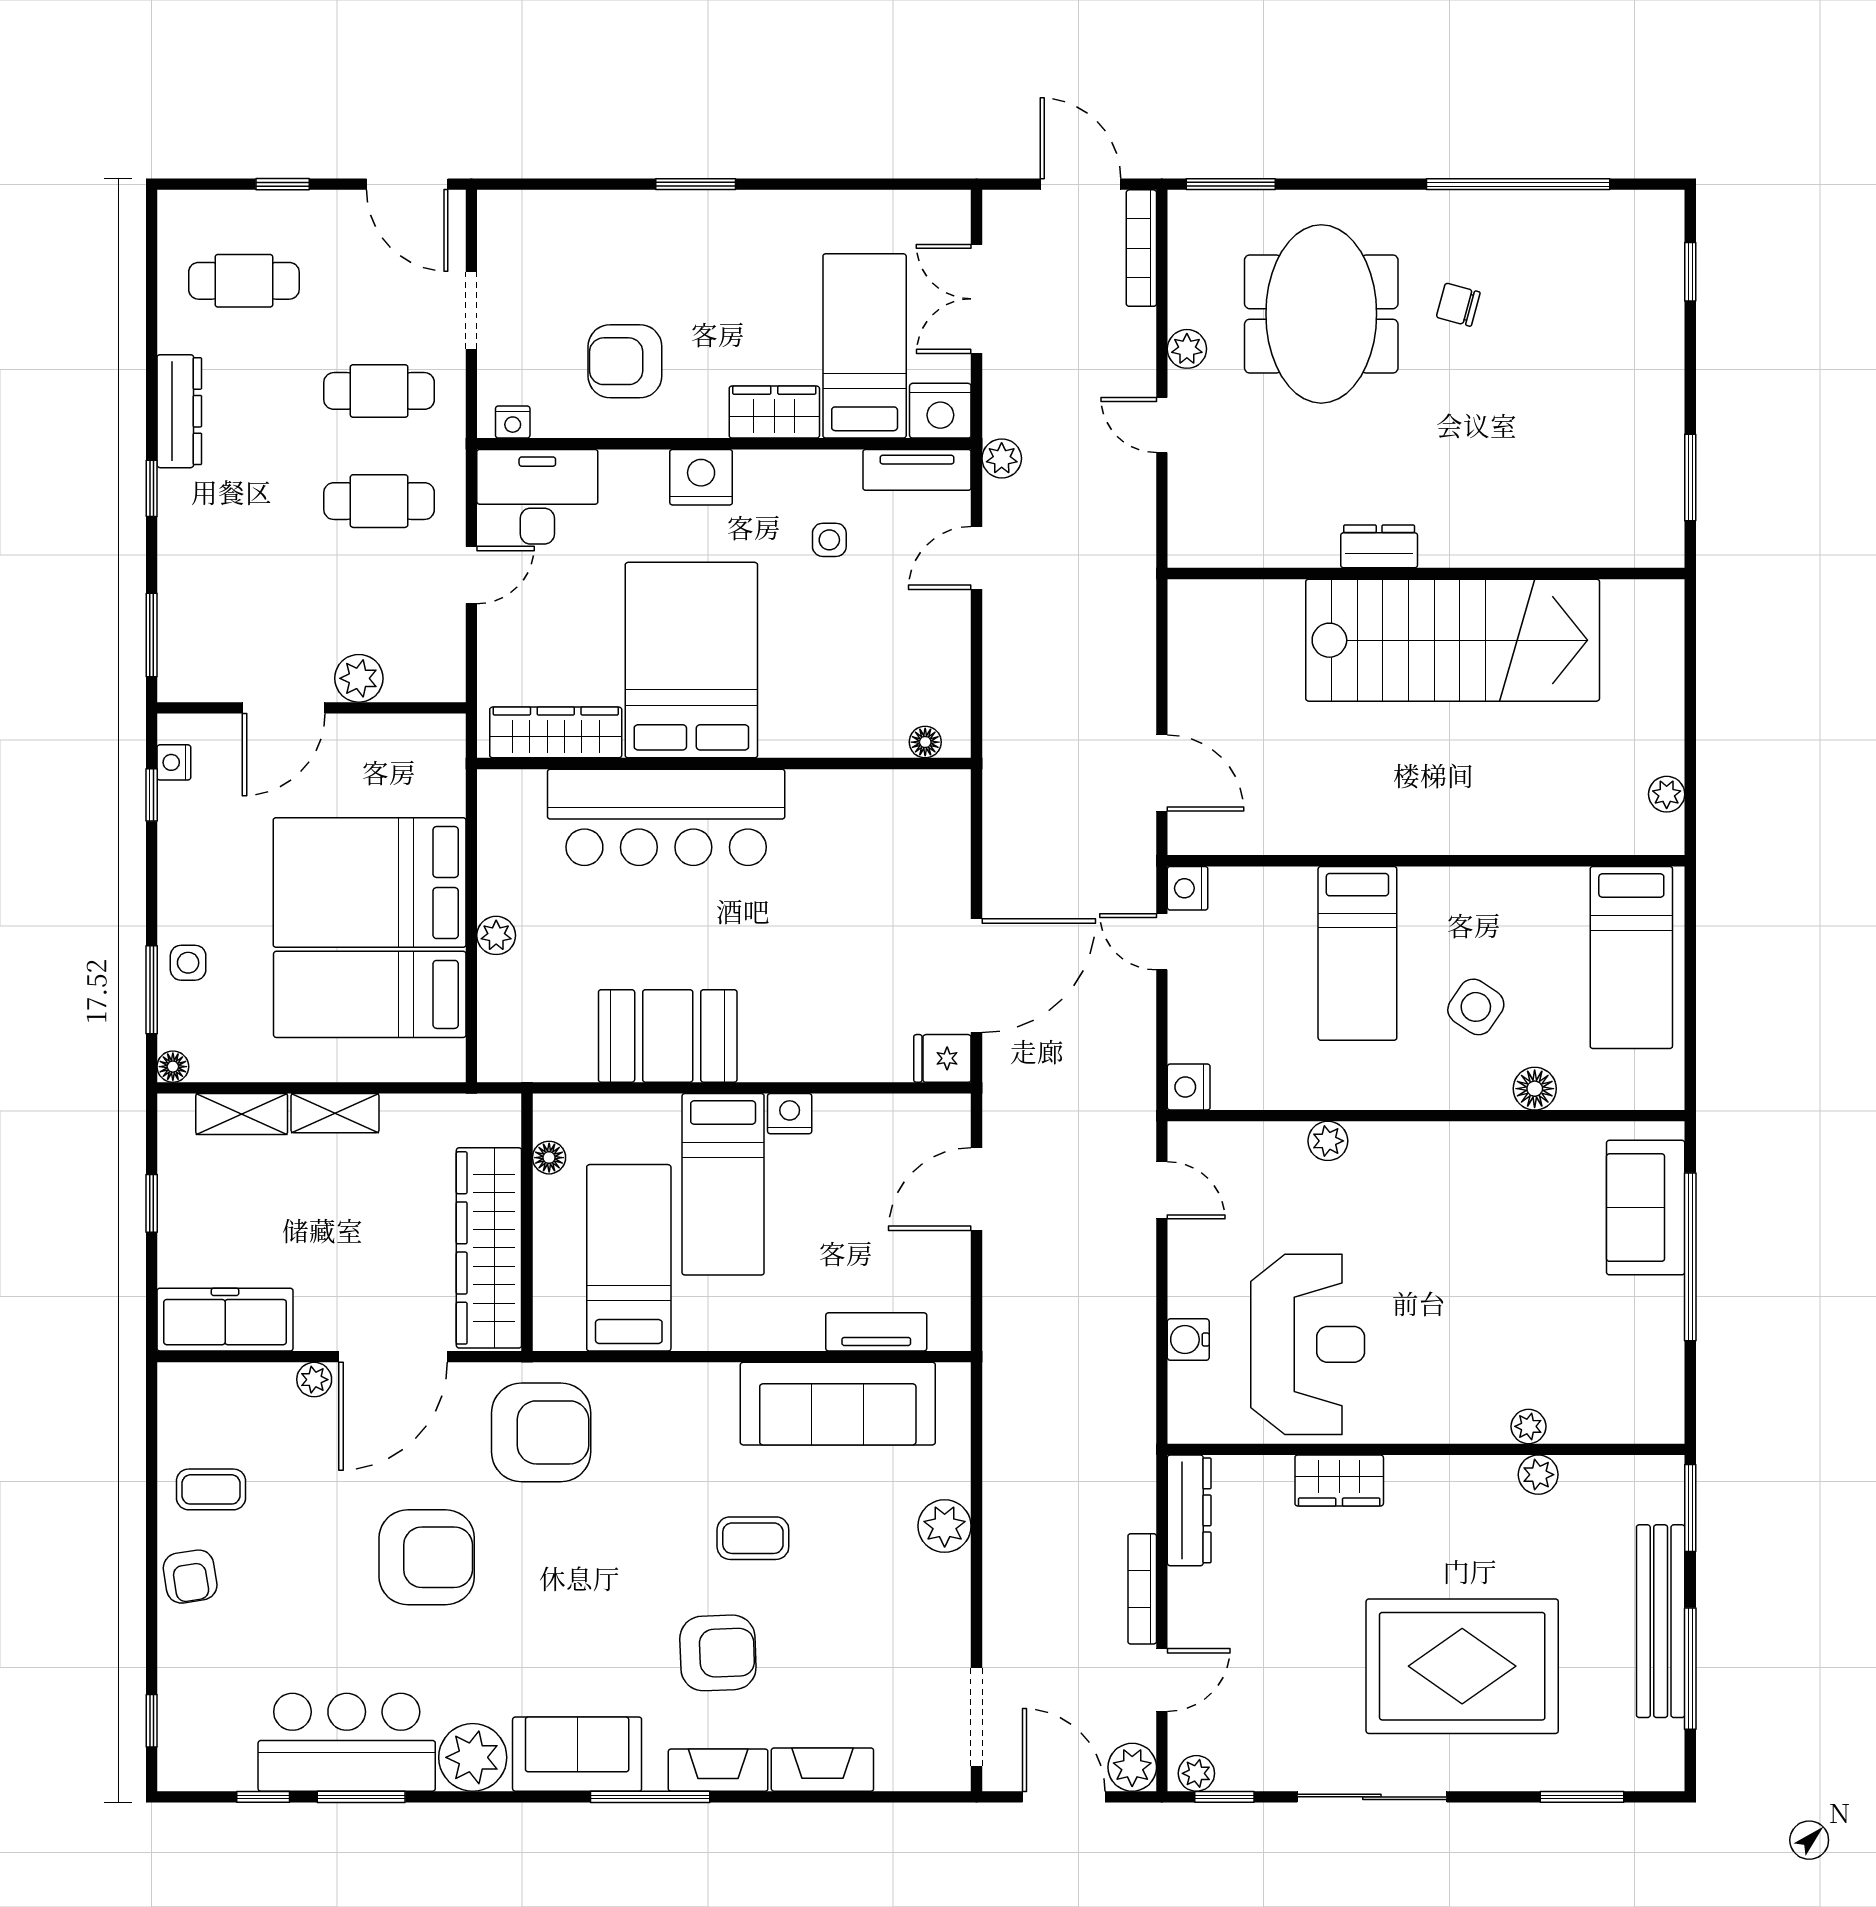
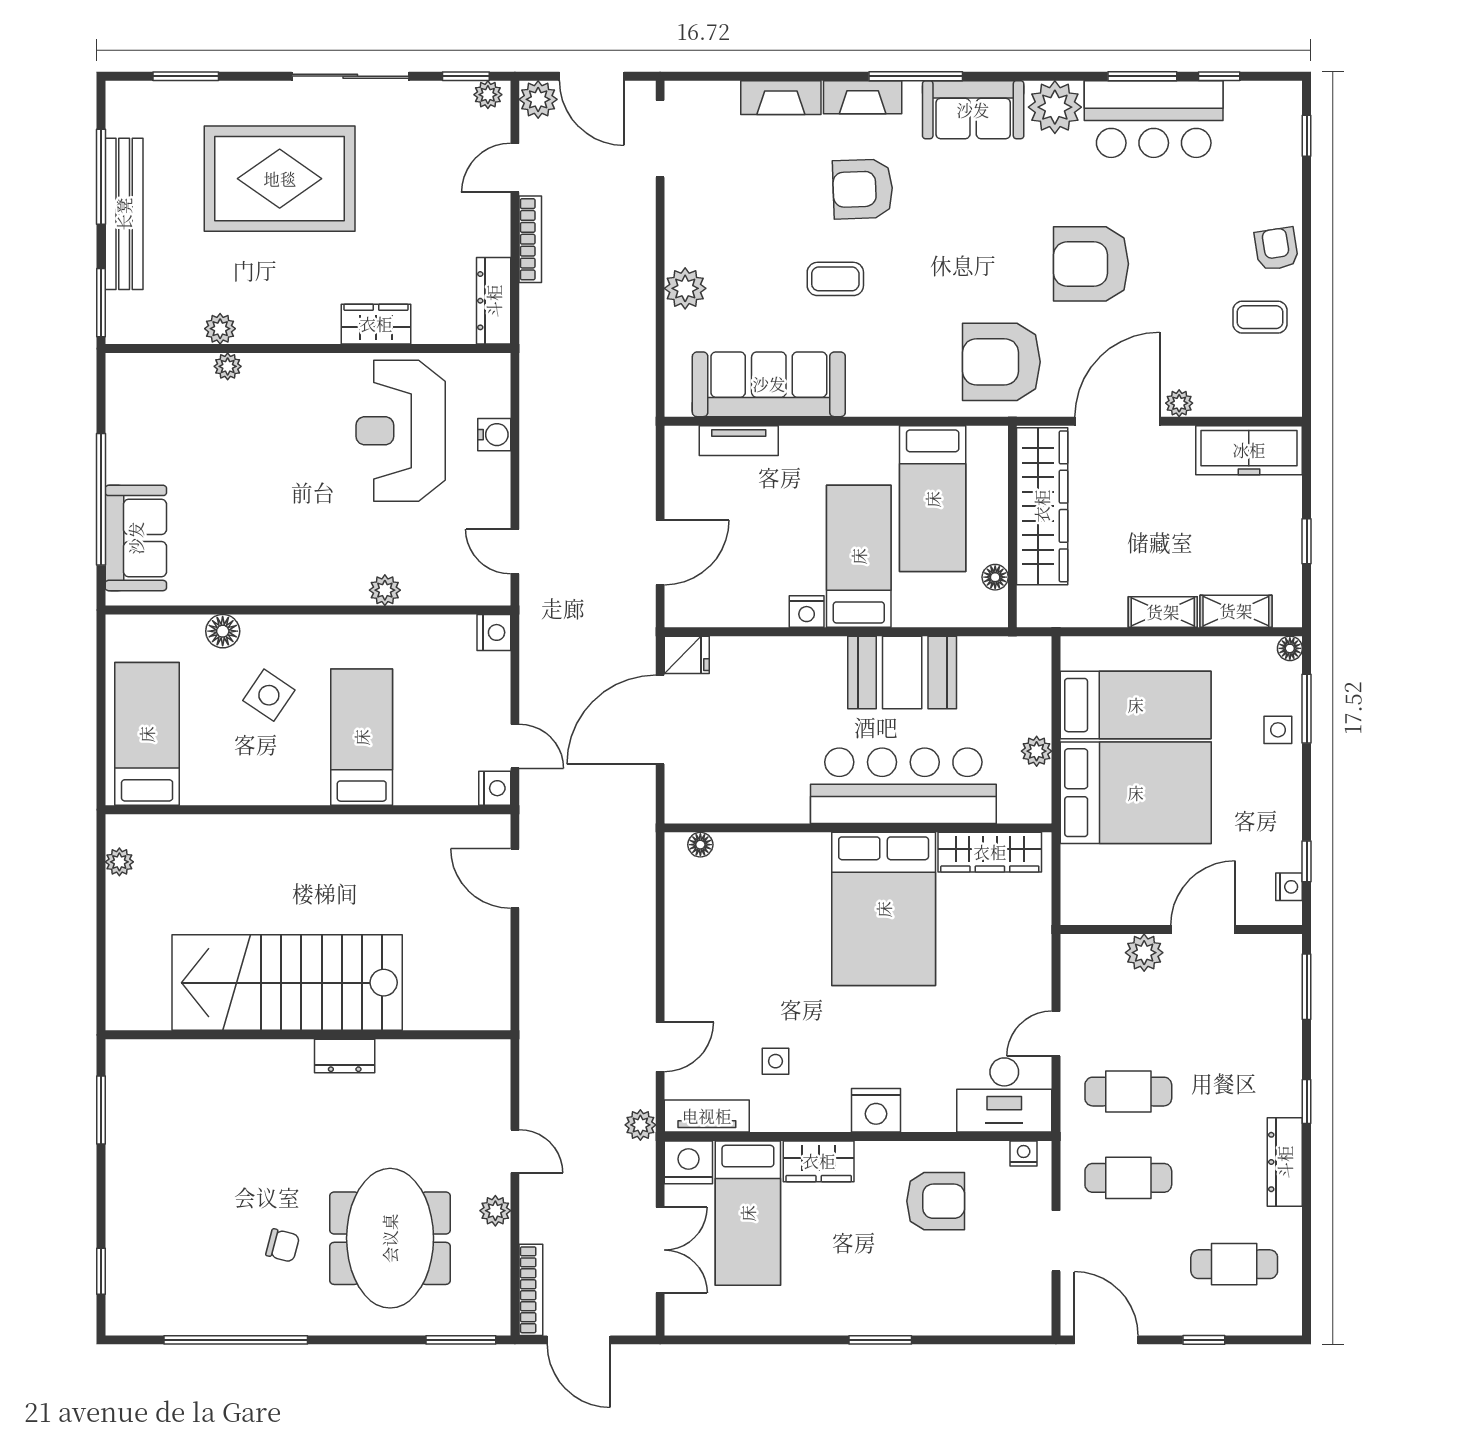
bed: (691, 660) -> (884, 909), moved
wardrobe: (556, 732) -> (990, 852), moved
floor lamp: (925, 742) -> (700, 845), moved
wall: (724, 763) -> (858, 828), moved
bar counter: (666, 817) -> (903, 786), moved

